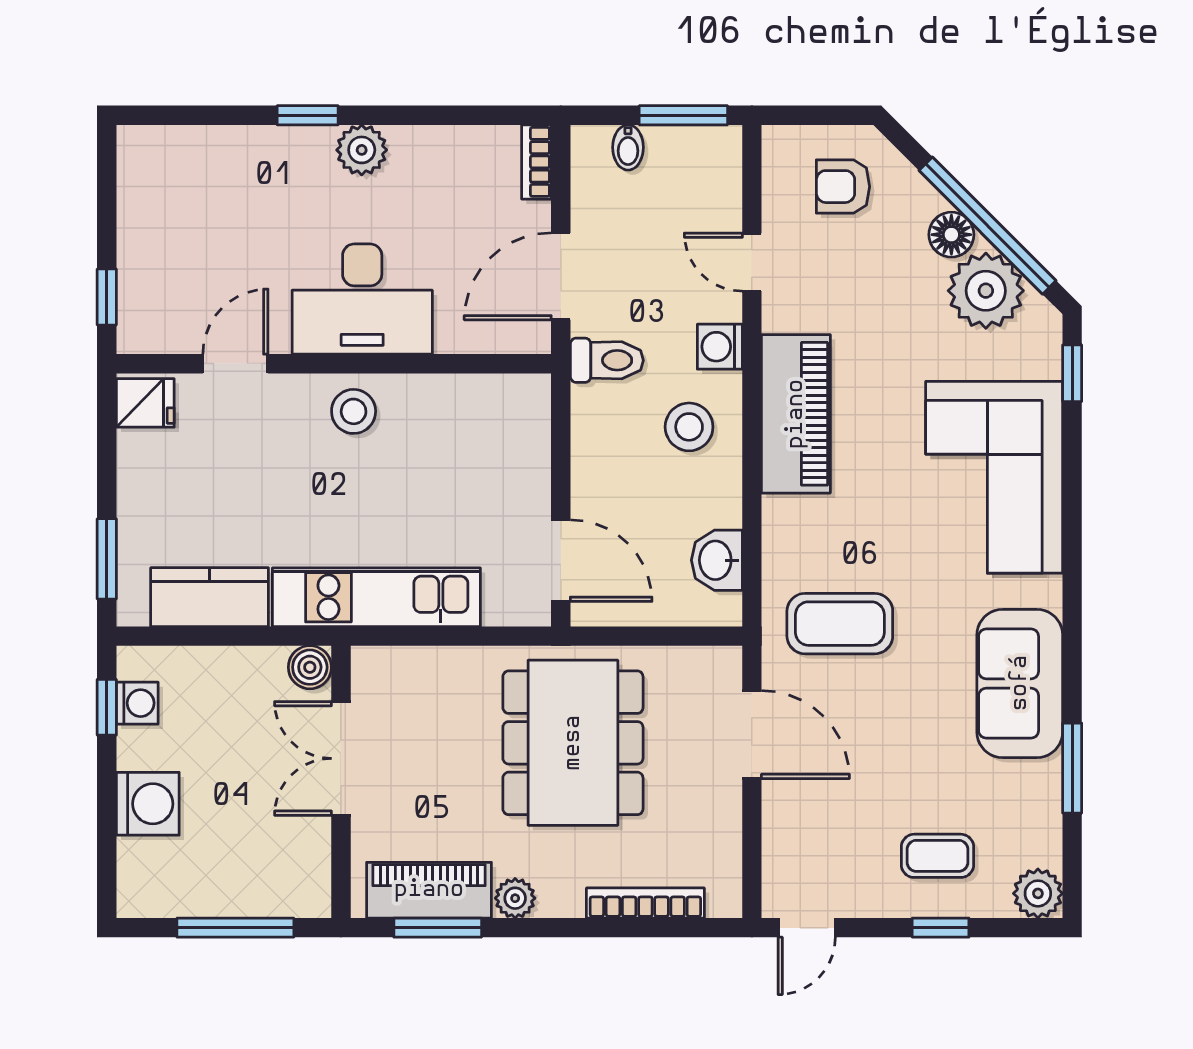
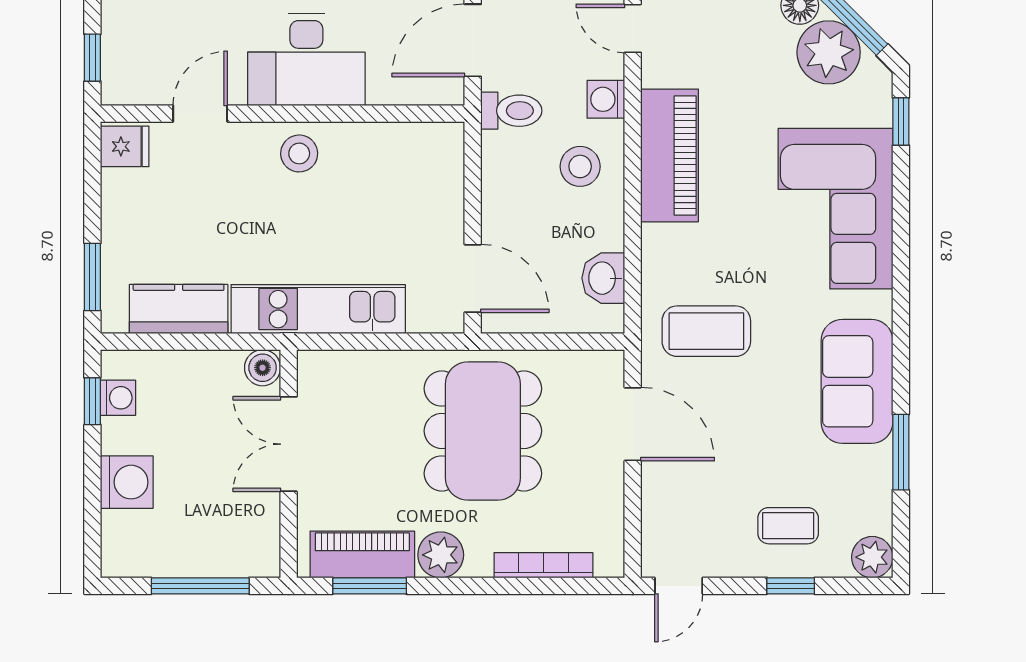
plant: (515, 898) -> (441, 555), width x1.38, depth x1.38

